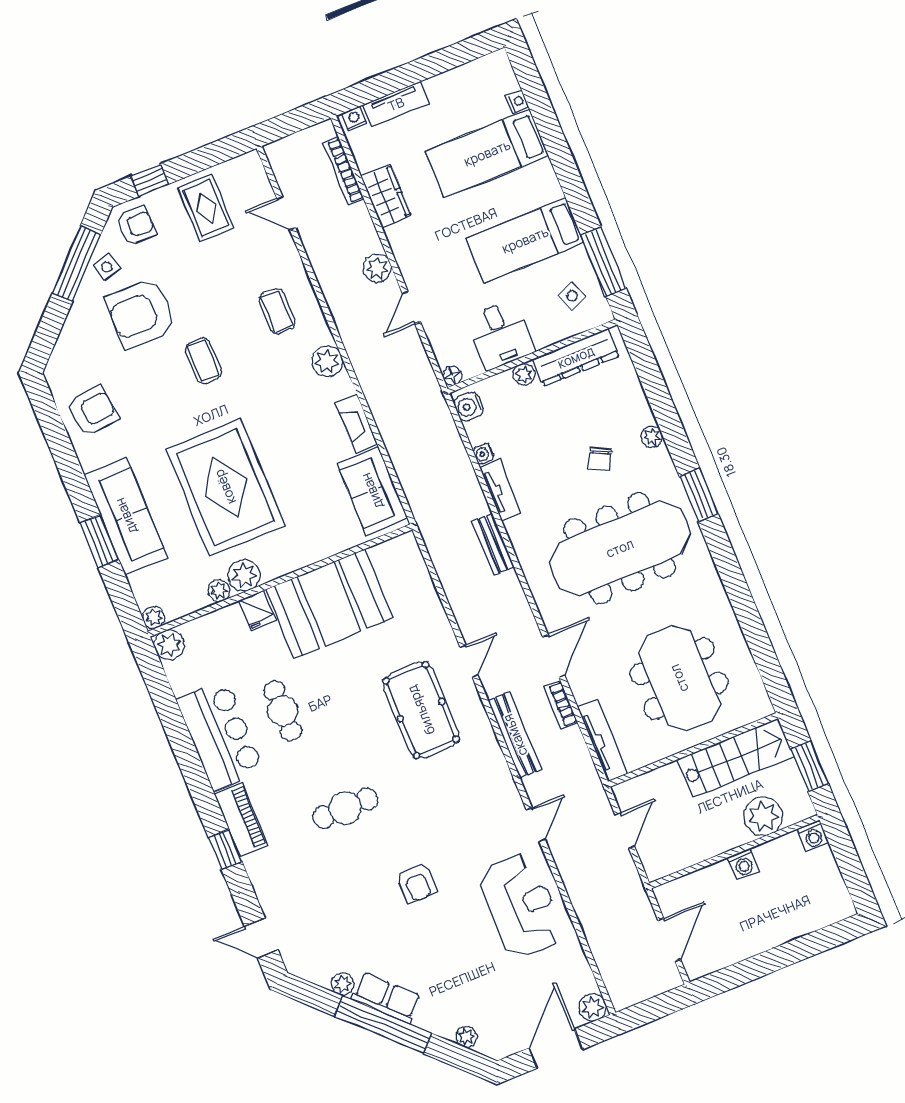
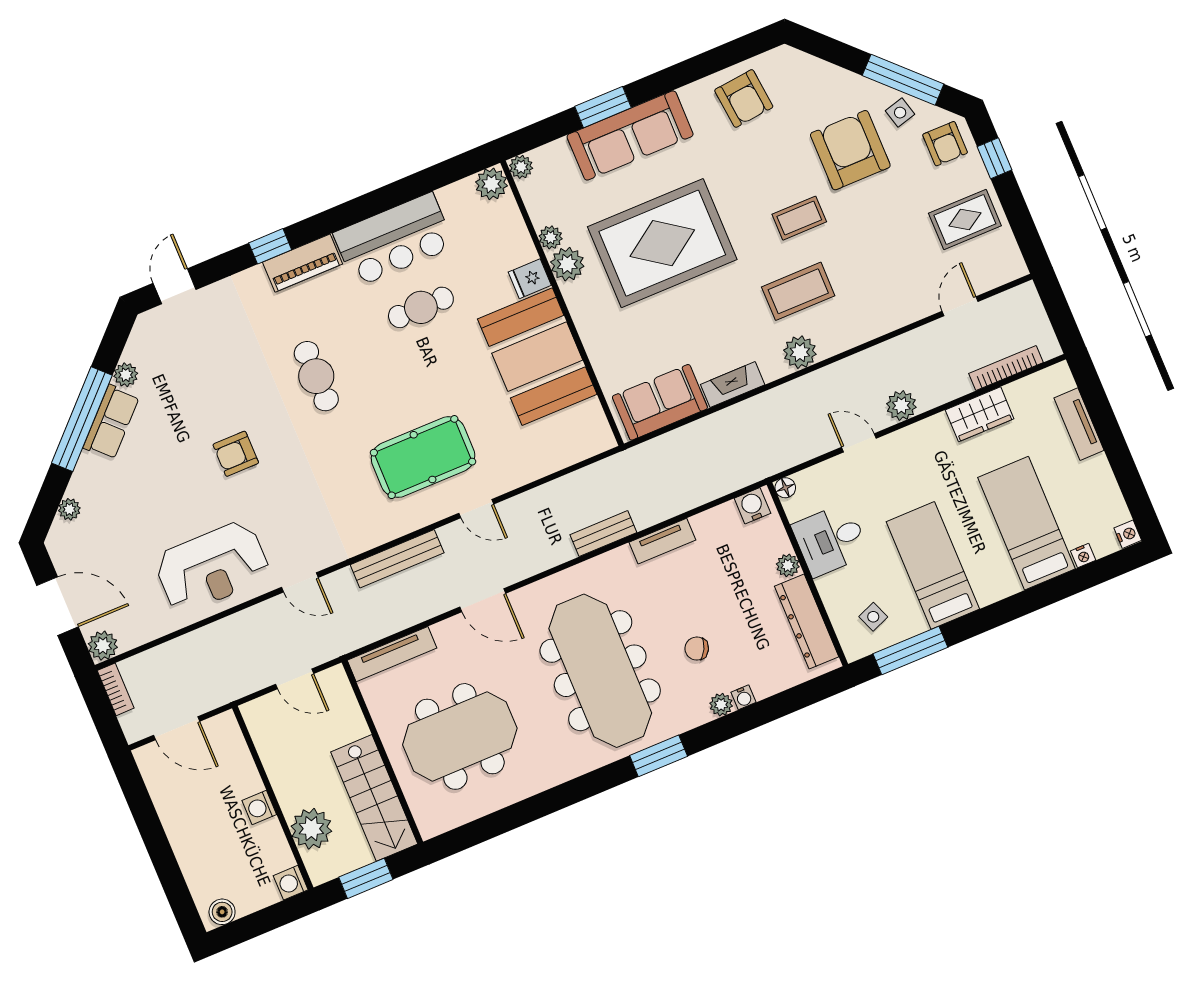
nightstand: (354, 119) -> (1128, 534), moved
coffee table: (277, 311) -> (798, 291), moved, width x1.36, depth x1.30
water cooler: (483, 454) -> (744, 697), moved, turned 180
bookcase: (561, 705) -> (116, 689), moved, turned 90
boiler: (839, 899) -> (222, 912), added

